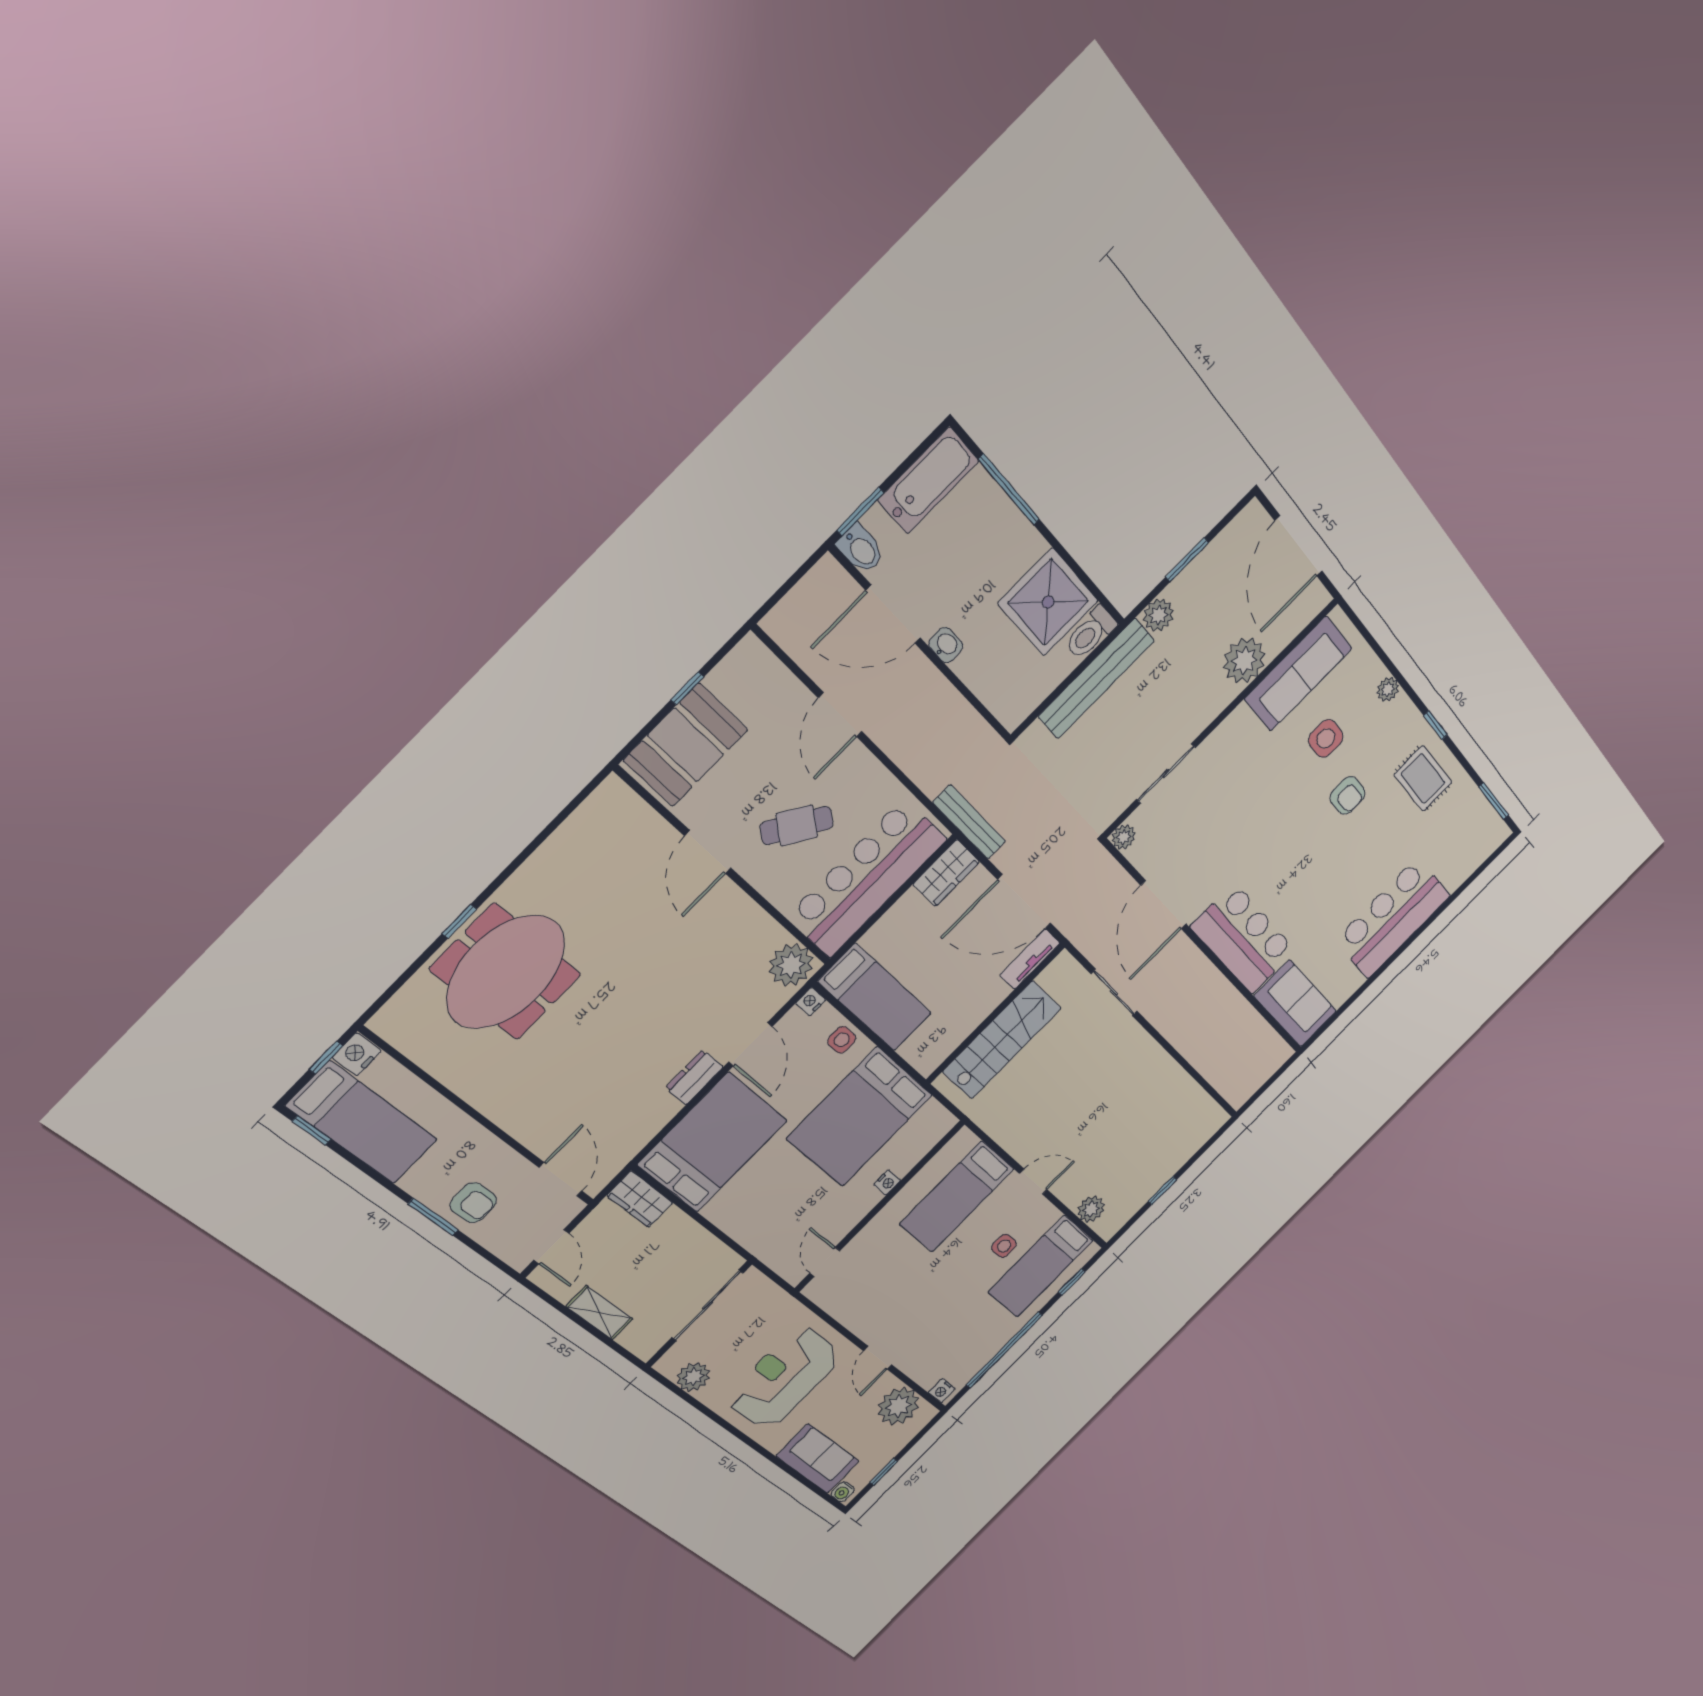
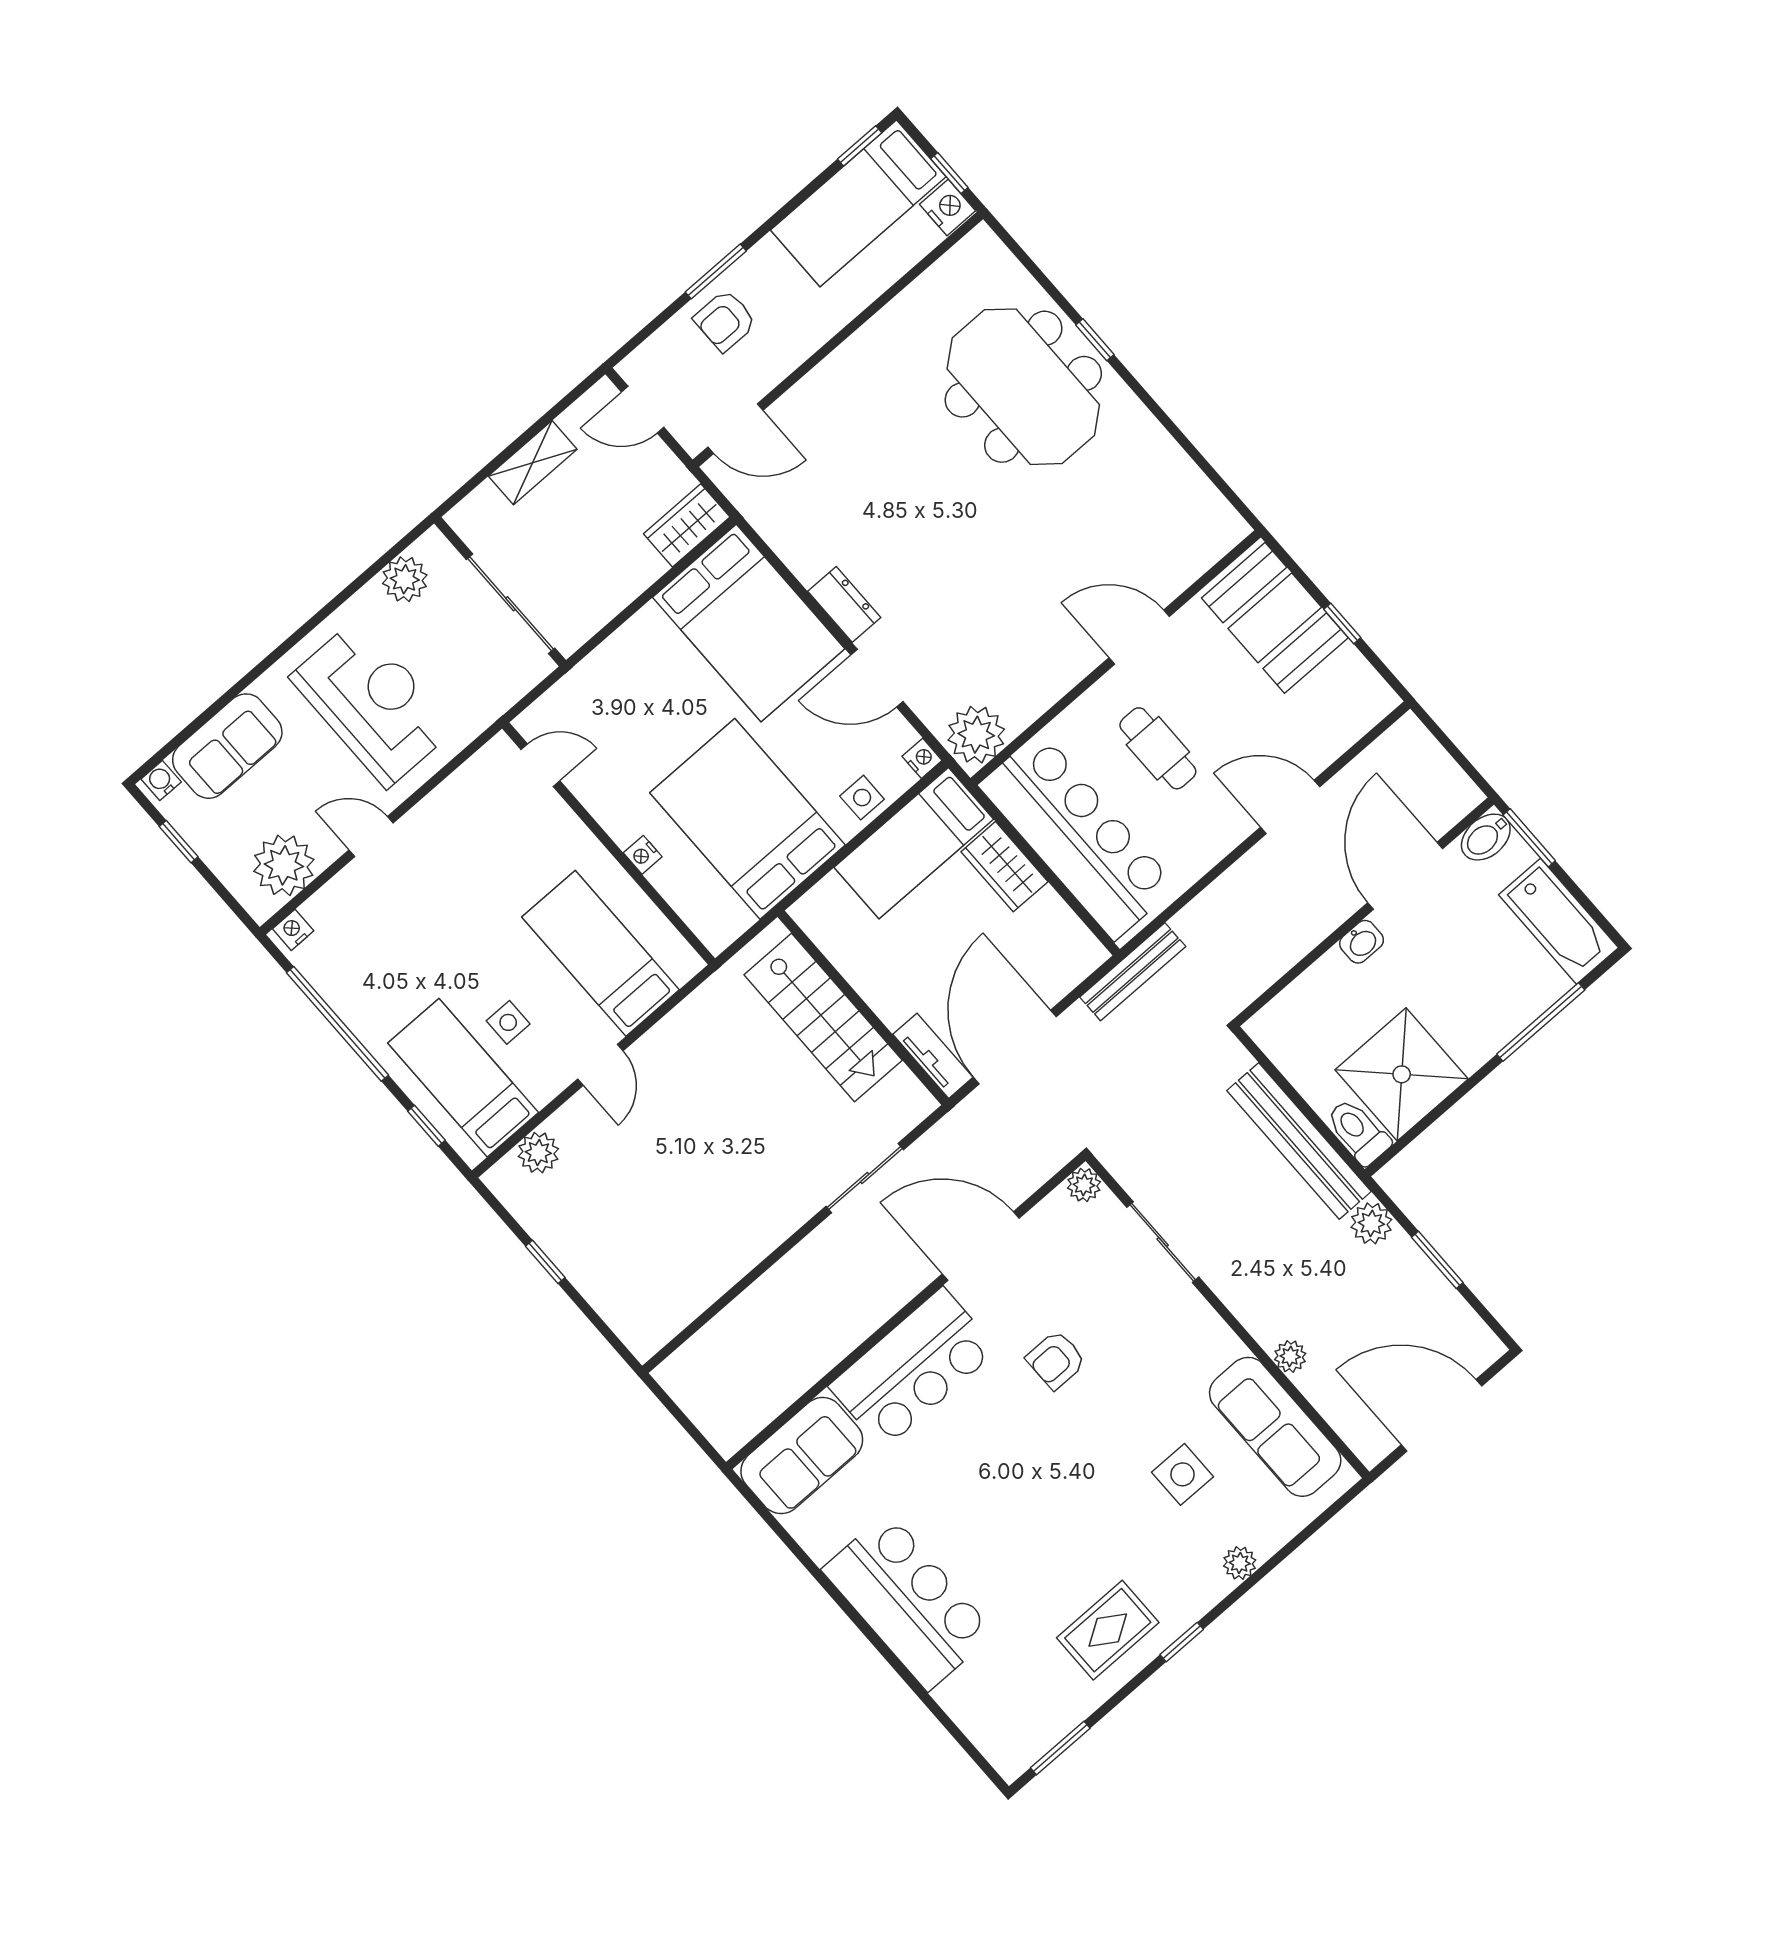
plant: (1244, 661) -> (1290, 1356), width x0.53, depth x0.53
armchair: (1348, 795) -> (1056, 1360), moved
cafe table: (797, 825) -> (1158, 748), turned -34
wardrobe: (946, 873) -> (1004, 867), moved

